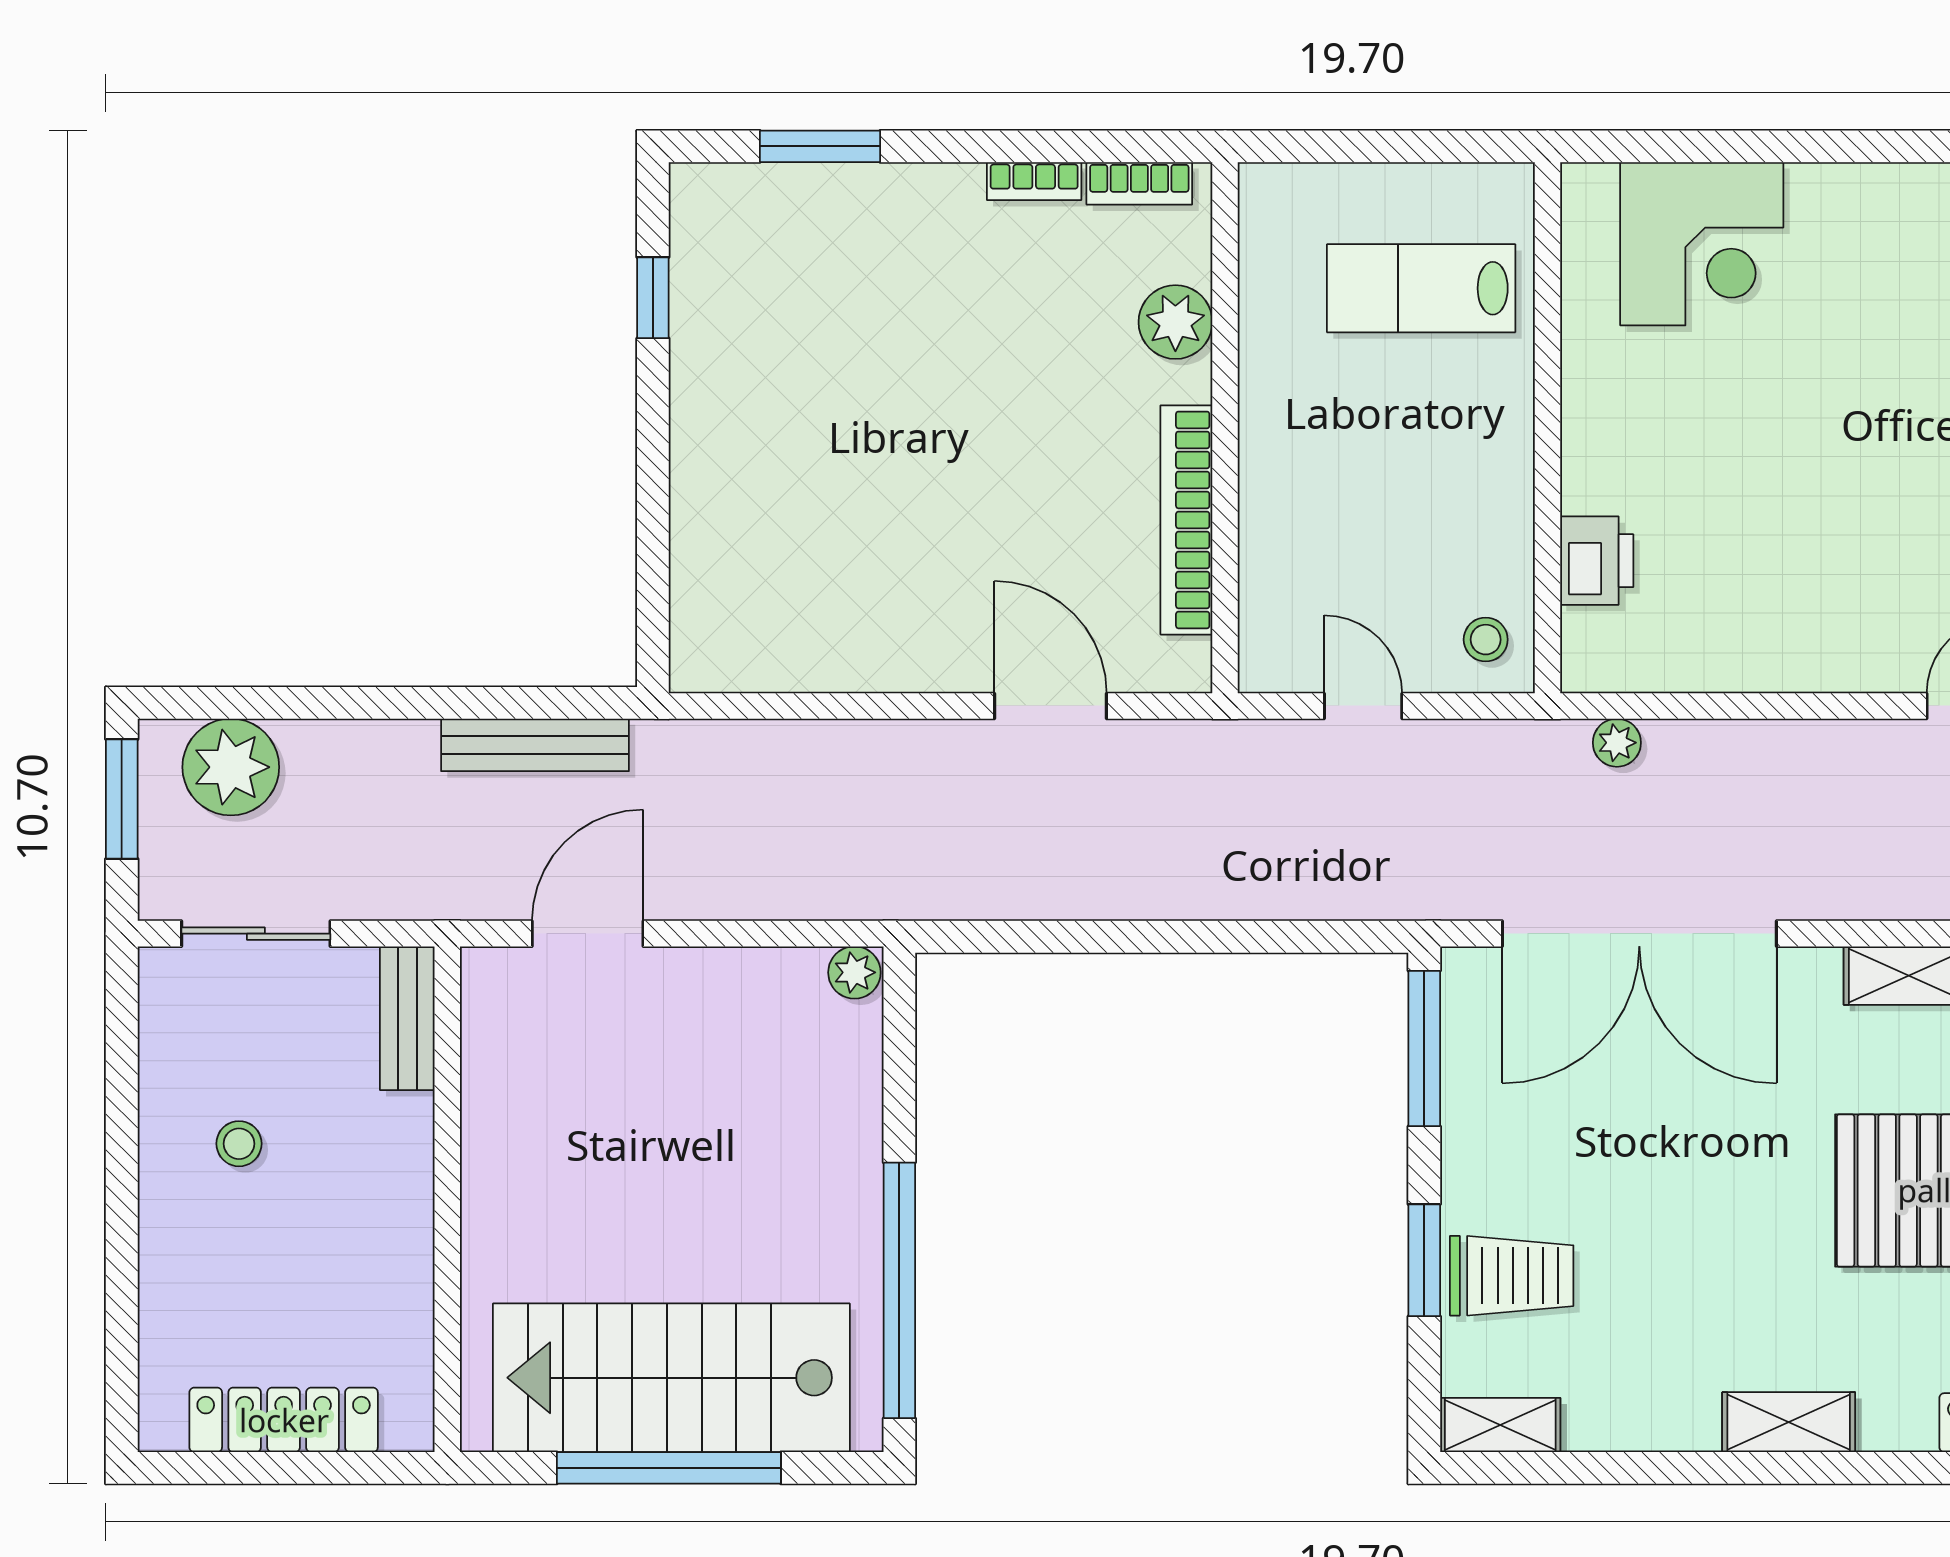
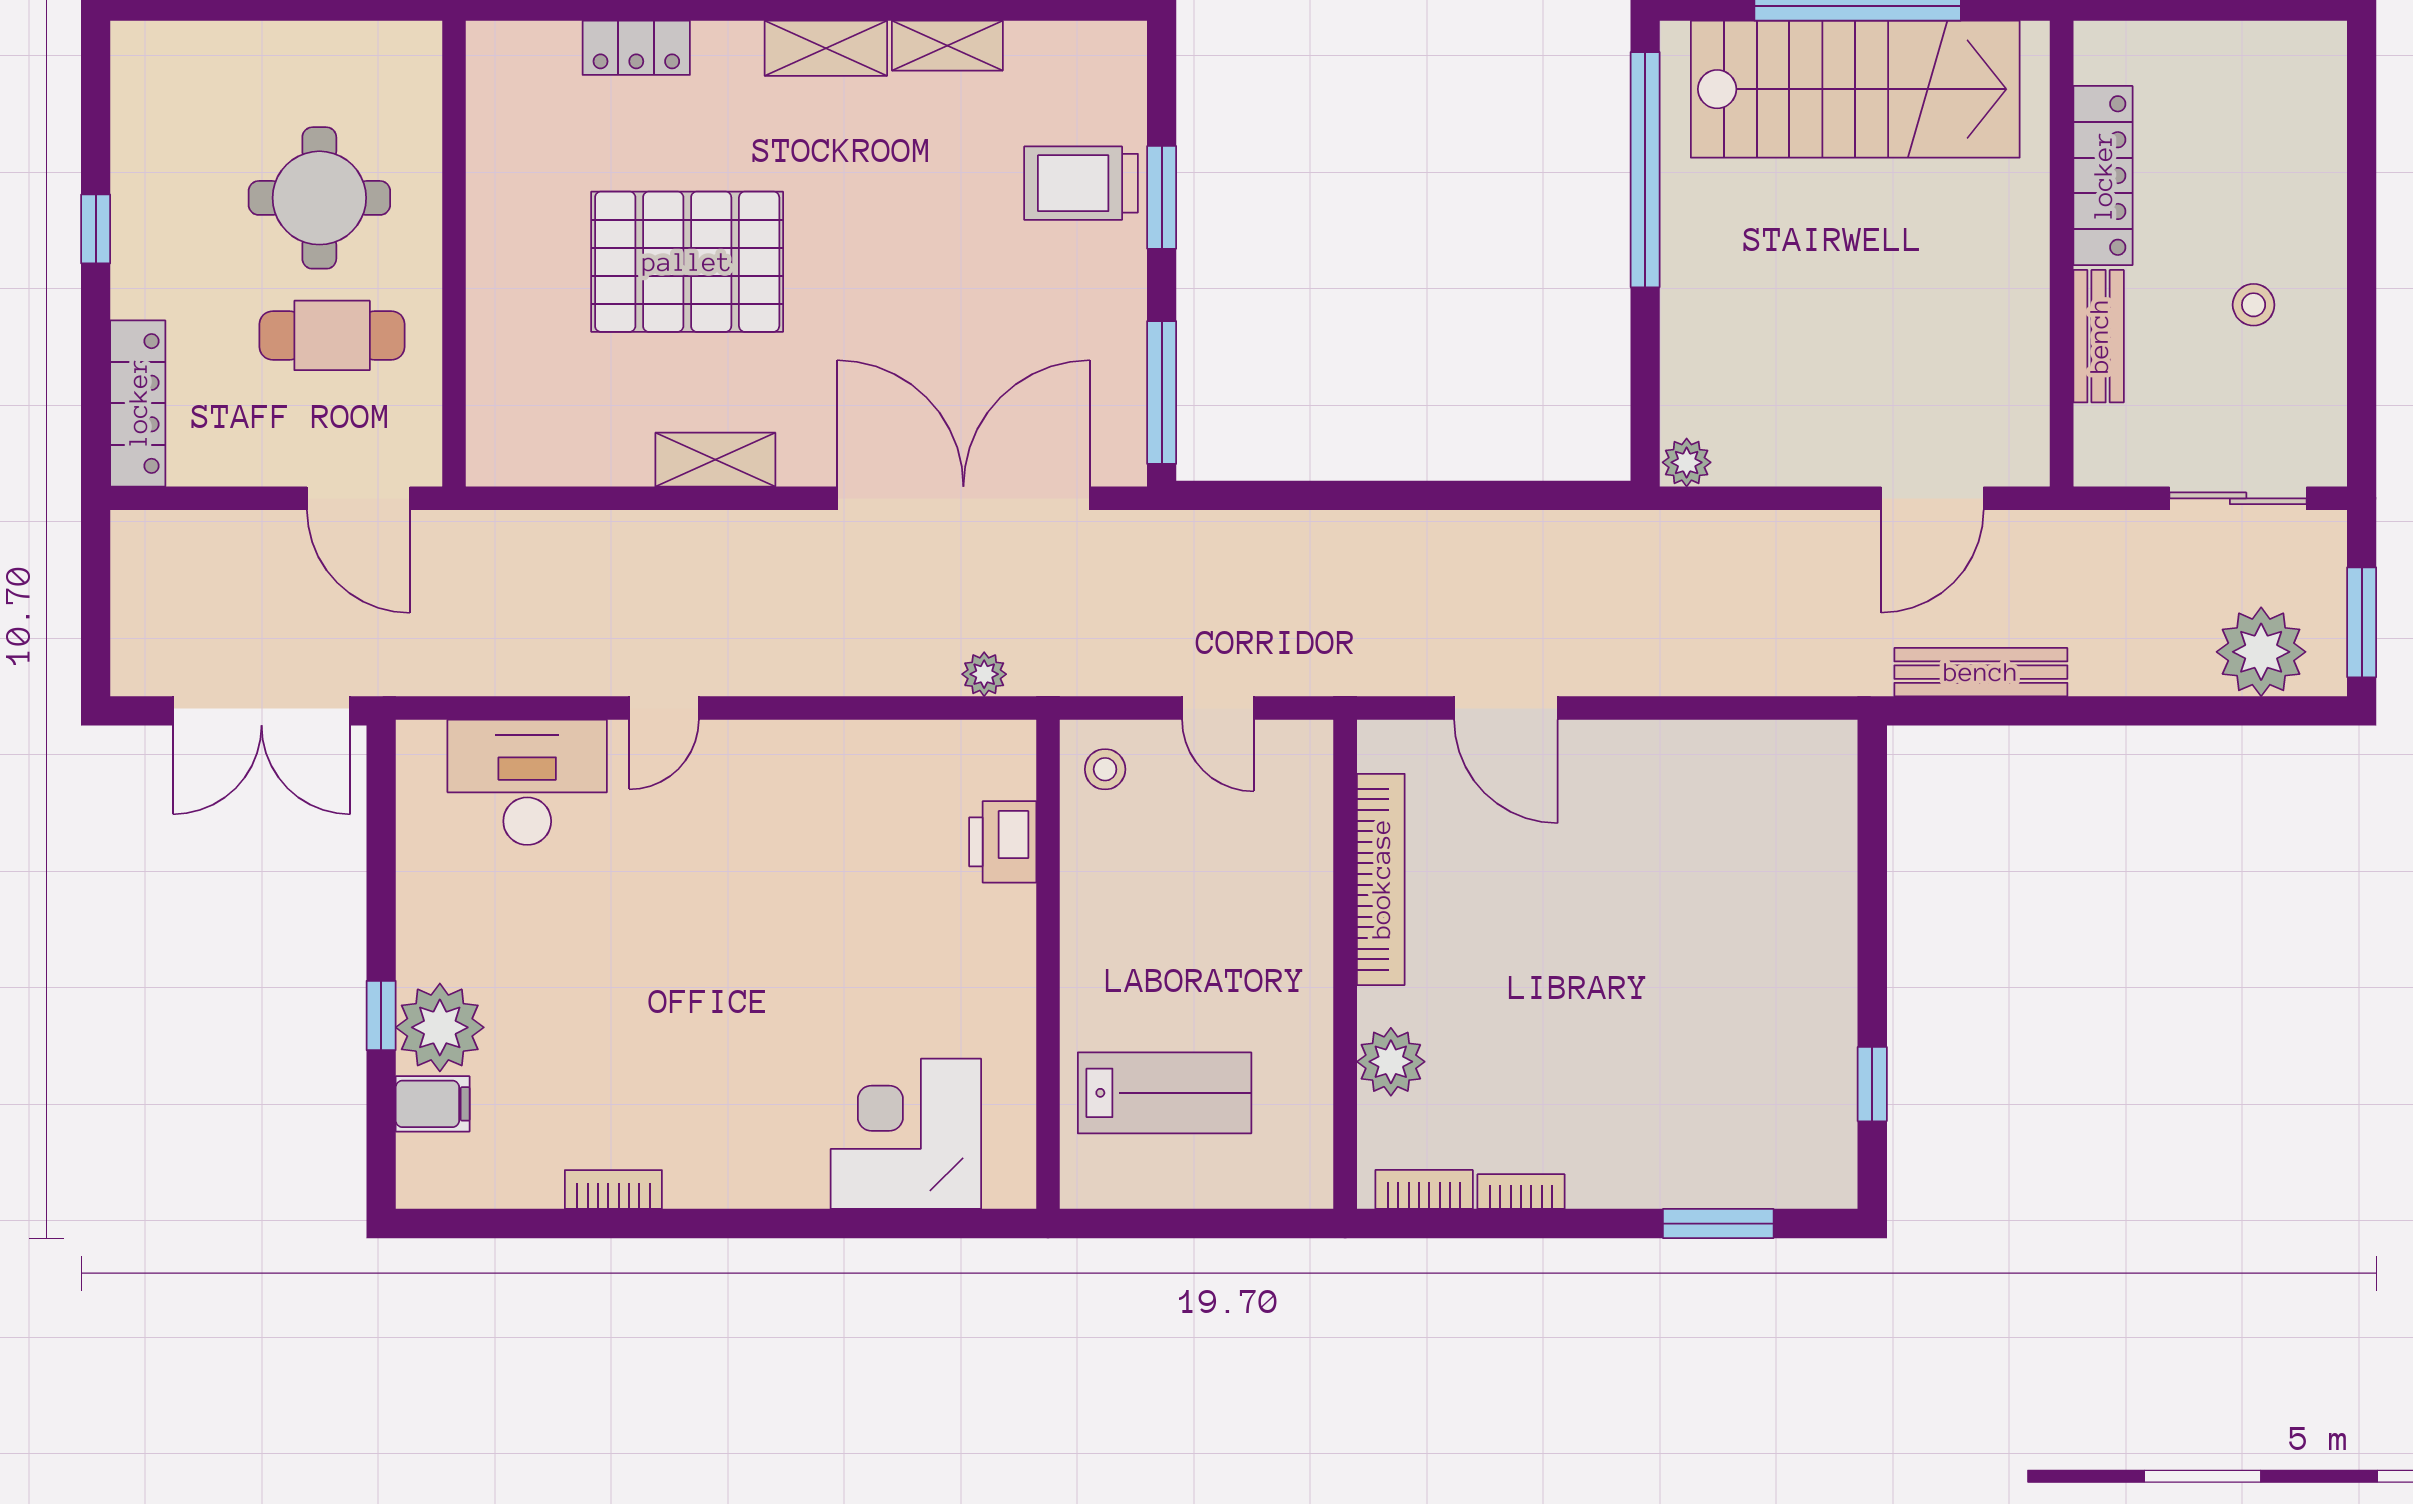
bench: (407, 1018) -> (2099, 336), moved
locker: (284, 1420) -> (2103, 176), moved, turned -90
shelving: (1500, 1425) -> (947, 46), moved

